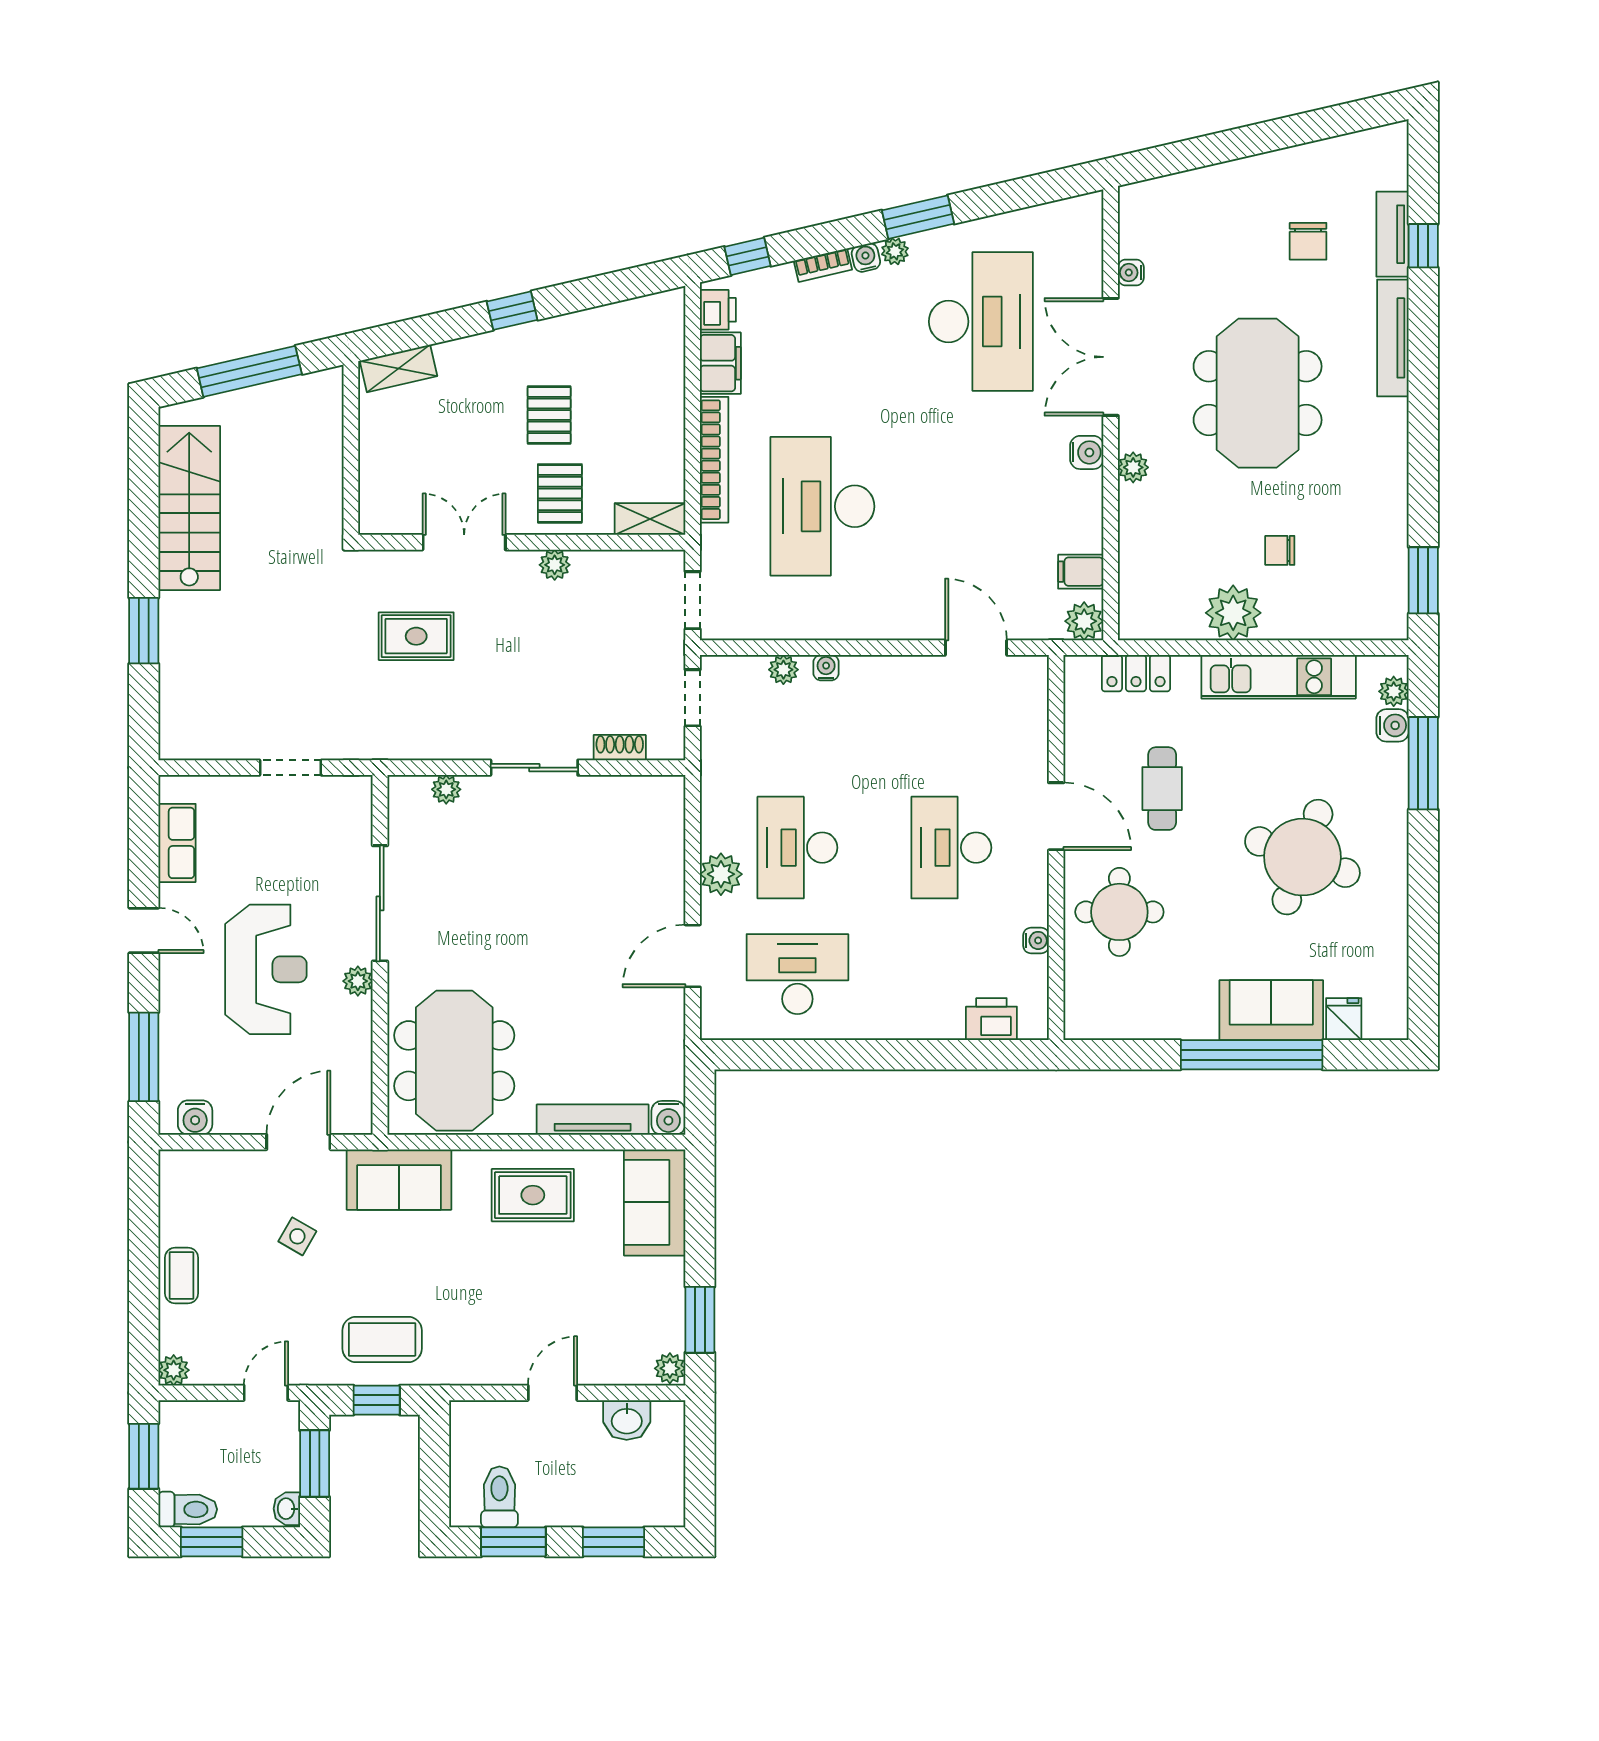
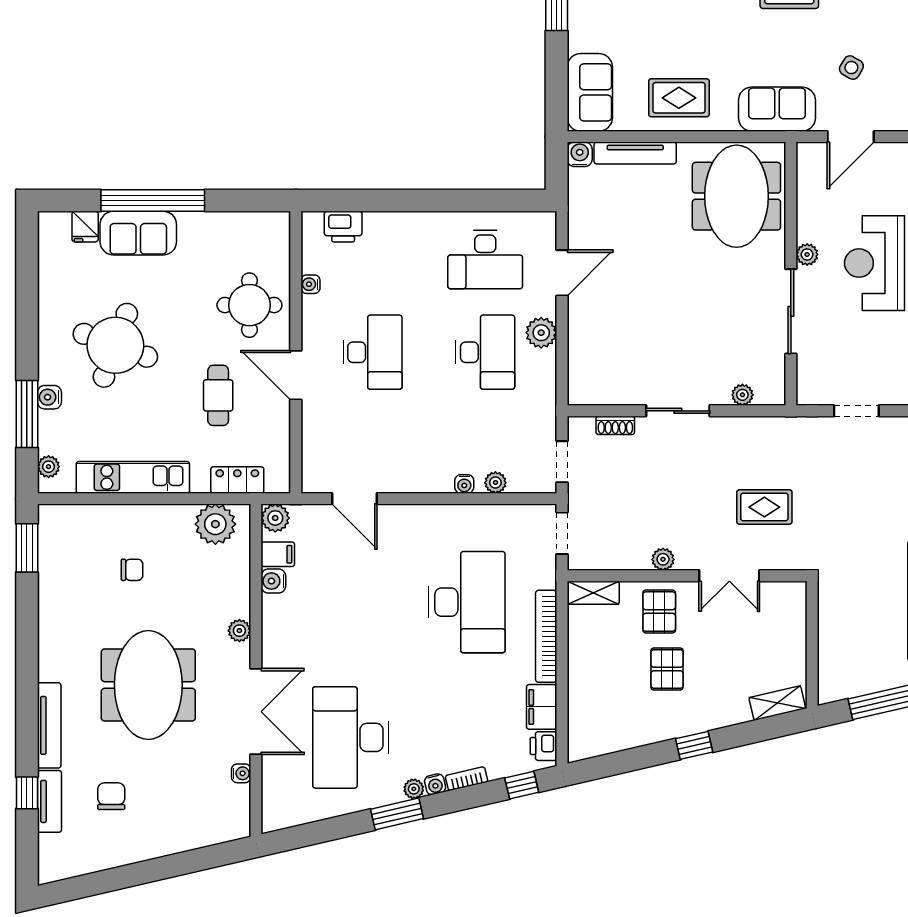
water cooler: (1087, 452) -> (273, 581), moved
plant: (1233, 613) -> (215, 524), moved
water cooler: (1393, 725) -> (49, 397), moved

